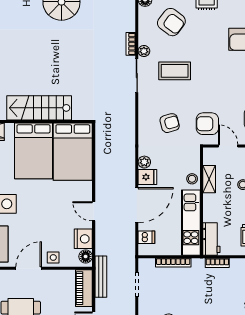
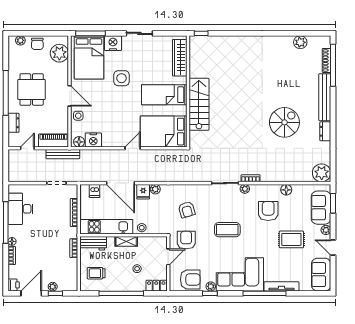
armchair: (171, 22) -> (268, 211), turned 143
coffee table: (175, 71) -> (227, 230), moved, turned 90
bed: (33, 151) -> (164, 95), width x0.67
shelving: (209, 179) -> (126, 241), moved
door: (94, 211) -> (133, 148), moved

